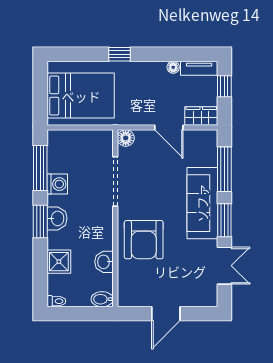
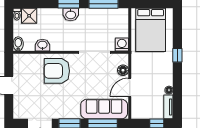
wardrobe: (201, 116) -> (137, 108), removed
floor lamp: (126, 138) -> (123, 70), moved
washing machine: (57, 184) -> (122, 44), moved, turned 180
sofa: (202, 203) -> (104, 109), moved
shower: (59, 262) -> (29, 16), moved

